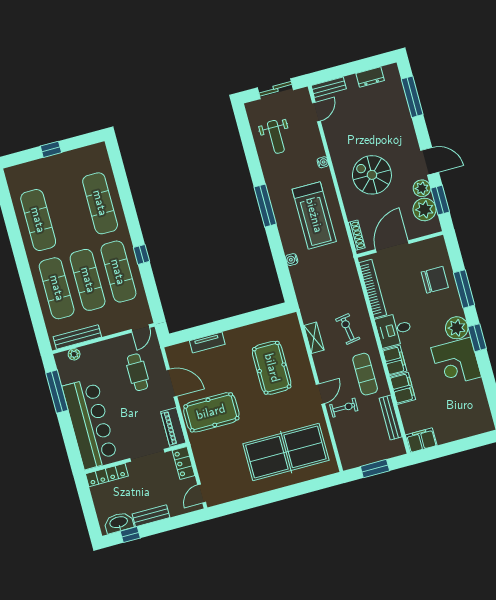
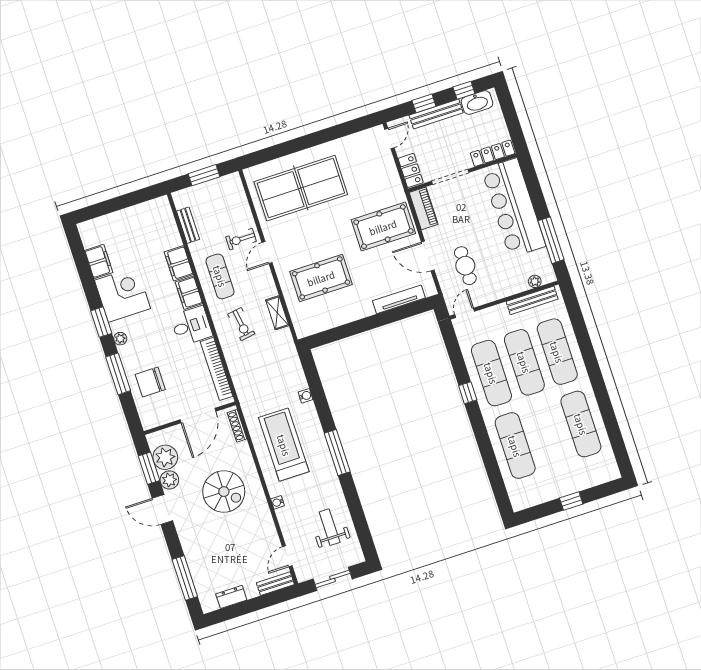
plant: (457, 328) -> (120, 339), width x0.53, depth x0.53
tv unit: (207, 343) -> (399, 299), width x1.41
pool table: (272, 368) -> (321, 278), turned 90
bench: (391, 418) -> (188, 225), width x0.73
filing cabinet: (421, 440) -> (99, 261), moved, turned -90
bench: (151, 516) -> (436, 114), width x1.36
window: (168, 524) -> (424, 103), added

